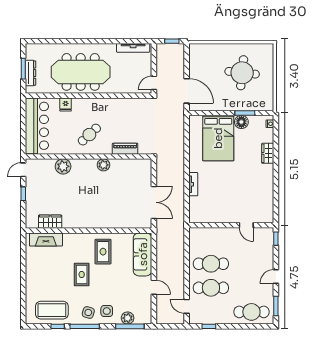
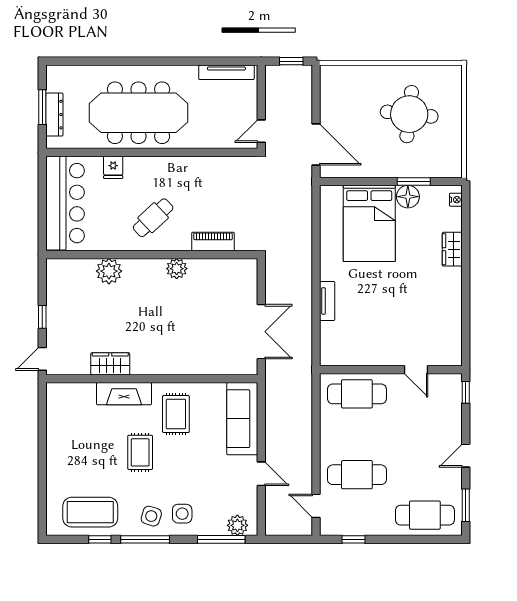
door: (23, 170) -> (42, 359), moved
wardrobe: (50, 222) -> (110, 364), moved
fireplace: (46, 239) -> (124, 394), moved
cafe table: (211, 264) -> (357, 394), moved
plant: (128, 318) -> (237, 525), moved

